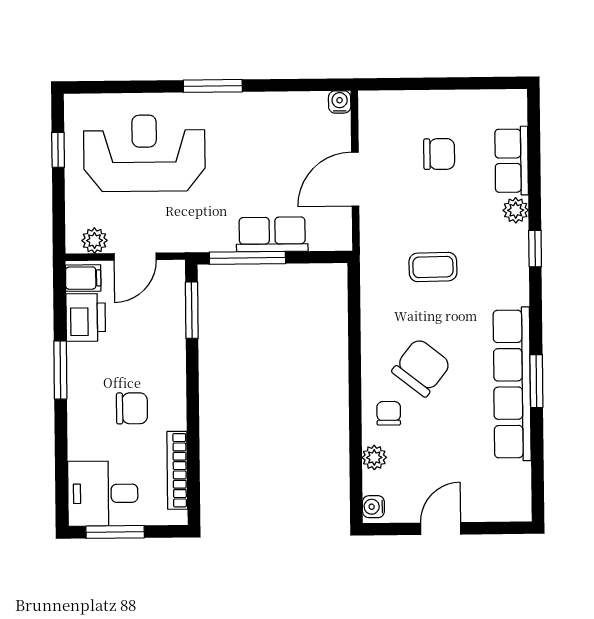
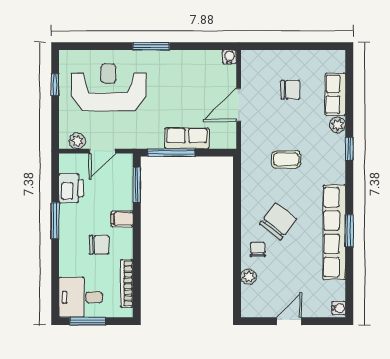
filing cabinet: (83, 278) -> (122, 219), moved, turned 180
water cooler: (373, 507) -> (339, 308), moved, turned 180

